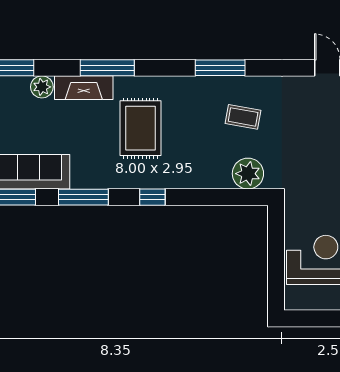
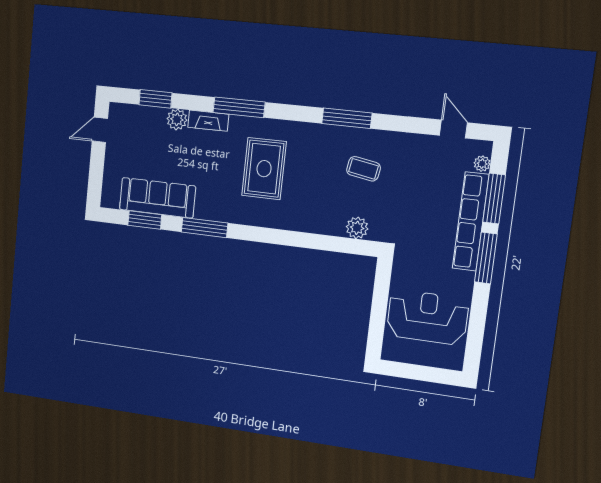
fireplace: (84, 88) -> (208, 121), width x0.73, depth x0.76
plant: (248, 174) -> (357, 228), width x0.73, depth x0.73
window: (152, 197) -> (268, 235), removed

